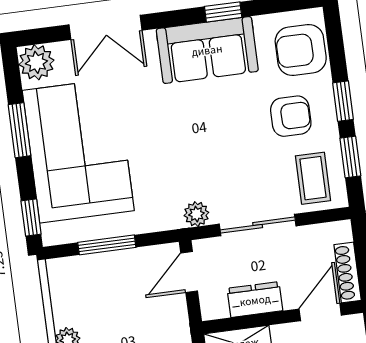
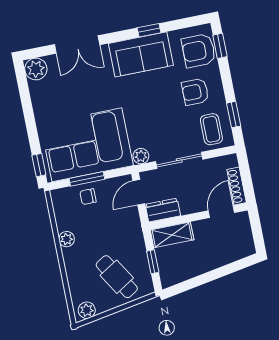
window: (343, 101) -> (220, 46), moved
armchair: (291, 116) -> (195, 92), turned 180
window: (20, 130) -> (28, 112), removed
corner sofa: (78, 150) -> (87, 145), moved, turned -90
chair: (107, 274) -> (88, 197), added
dresser: (255, 300) -> (163, 210), moved

